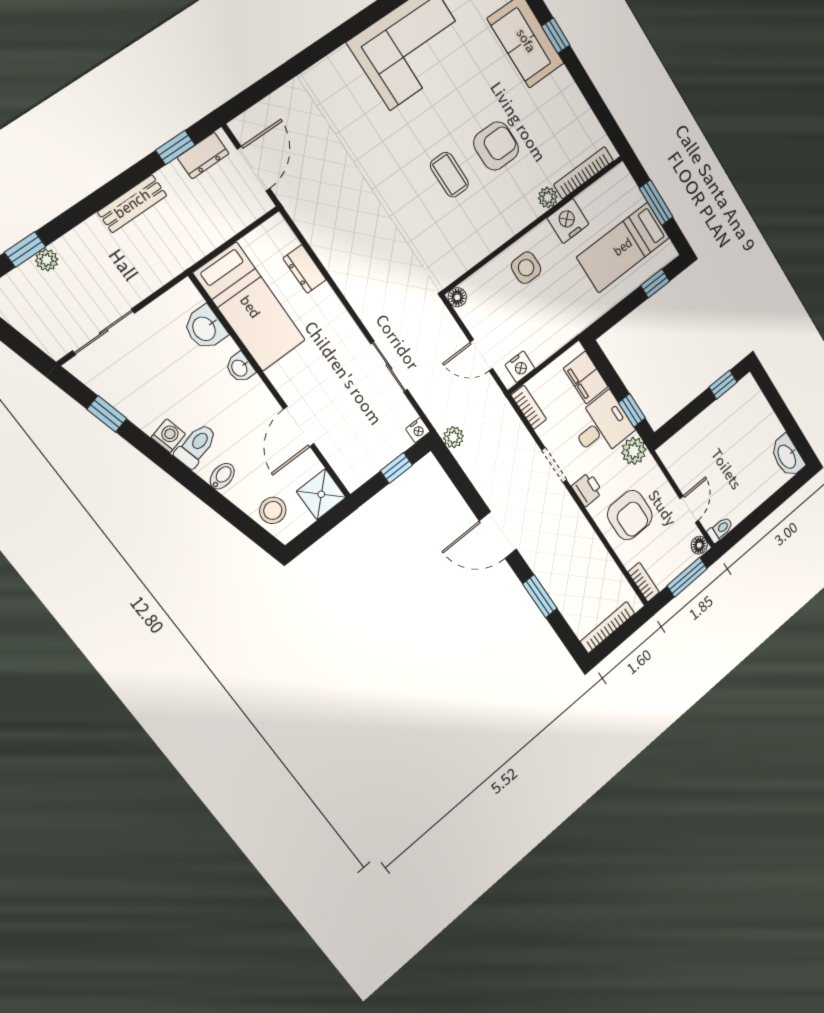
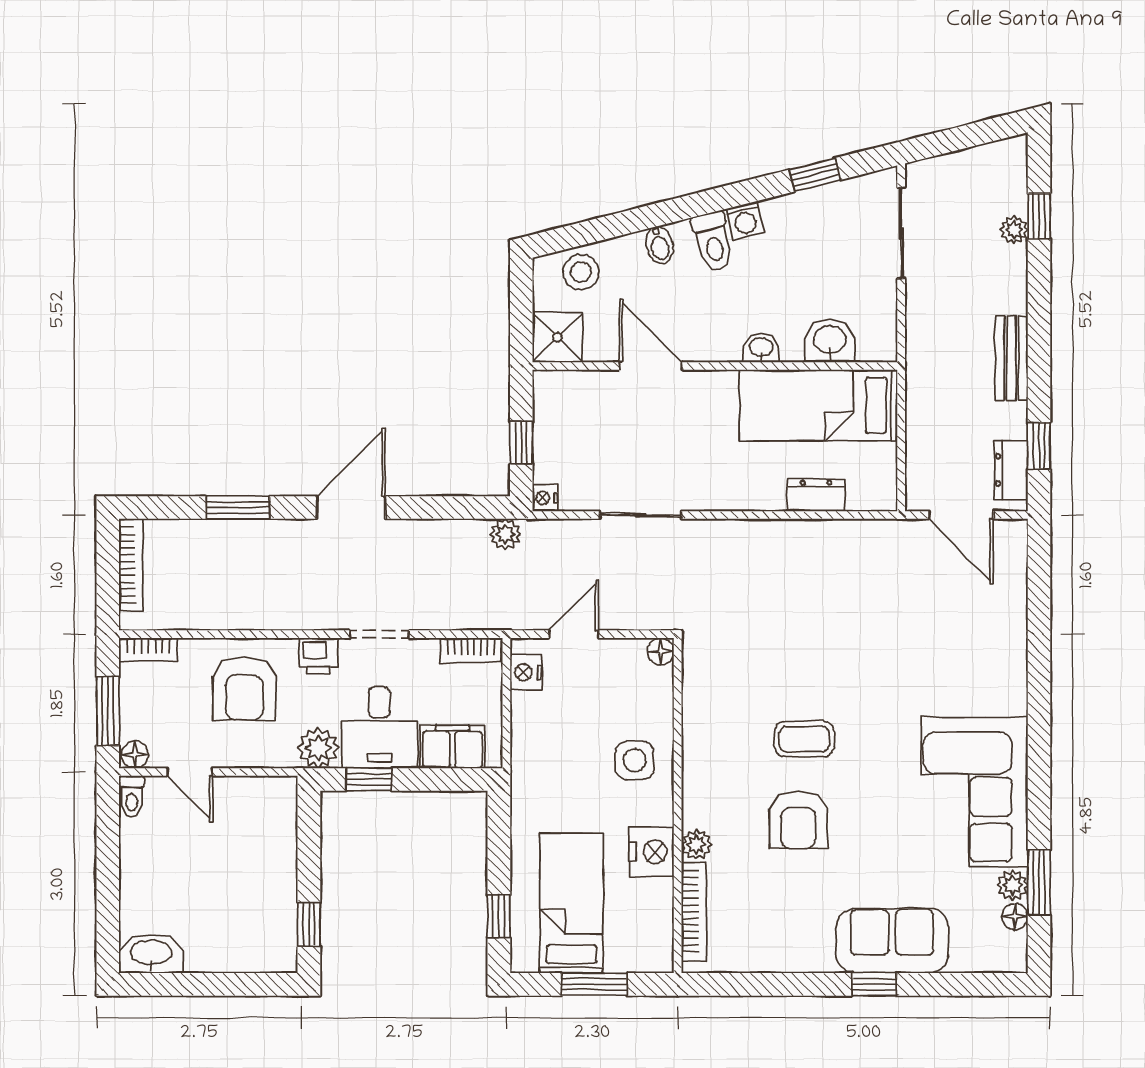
armchair: (630, 515) -> (244, 689), turned -90

